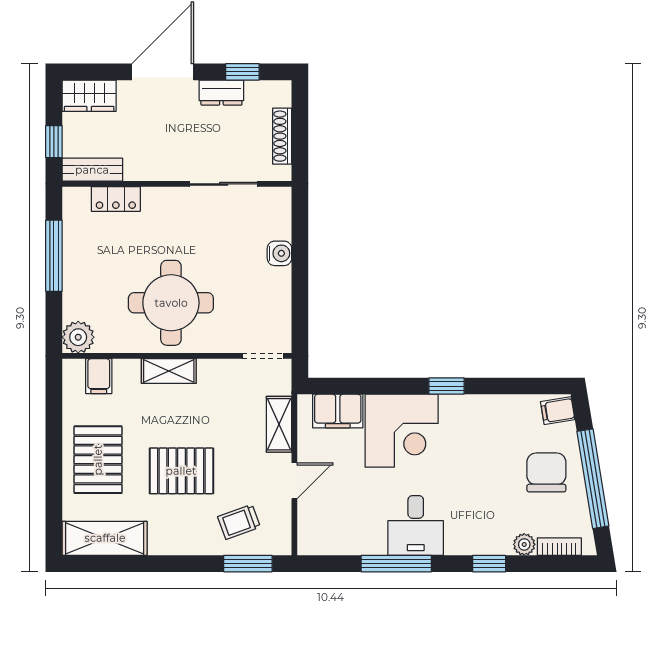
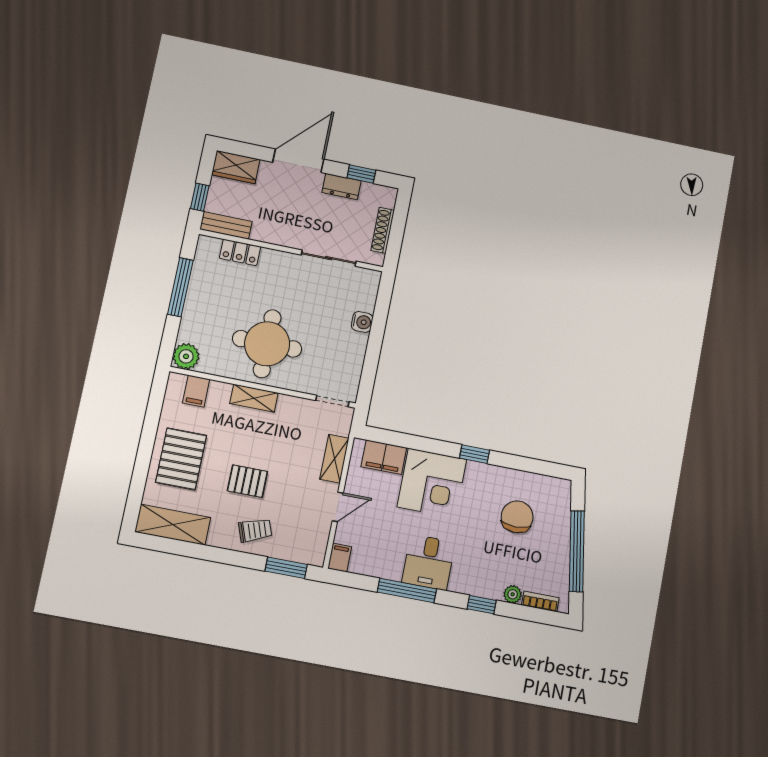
filing cabinet: (558, 411) -> (340, 558), moved, turned 99
pallet: (181, 471) -> (247, 481), width x0.67, depth x0.71
chair: (546, 472) -> (517, 517), moved
trolley: (239, 522) -> (255, 530), moved, turned 180

